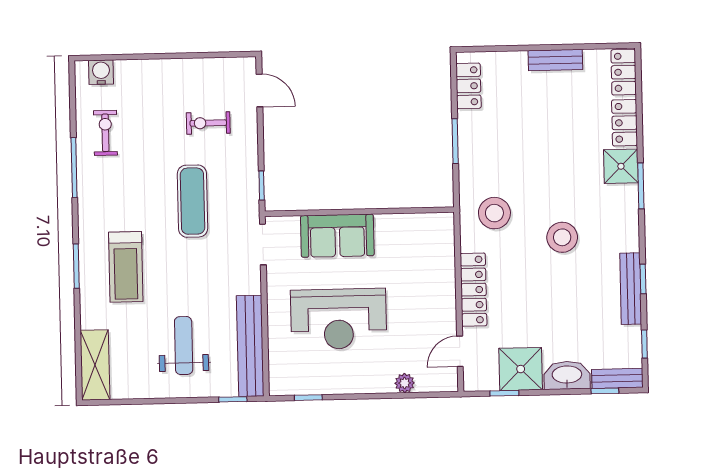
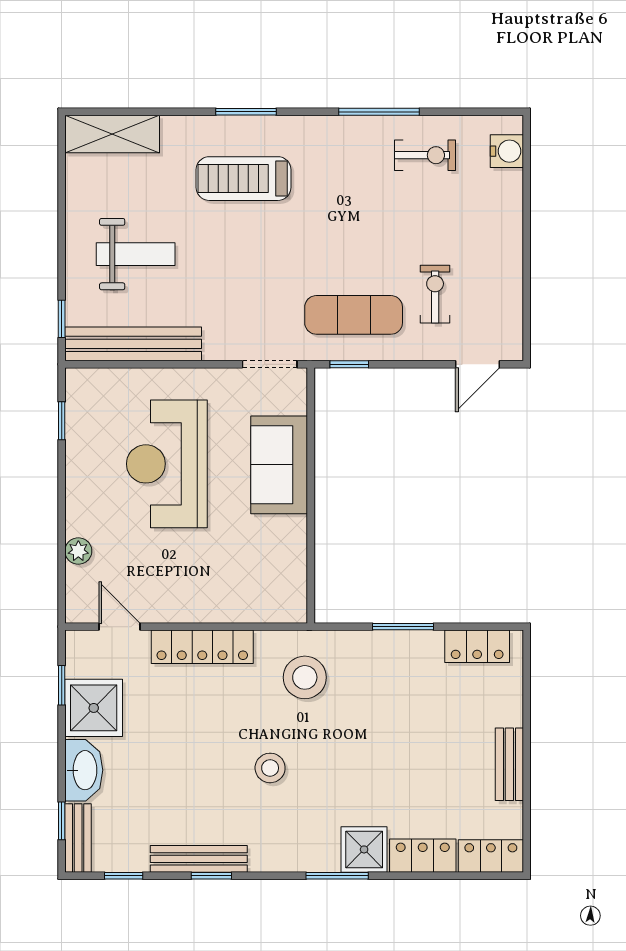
exercise mat: (192, 201) -> (354, 315), moved
stool: (562, 237) -> (270, 768), width x0.73, depth x0.73

